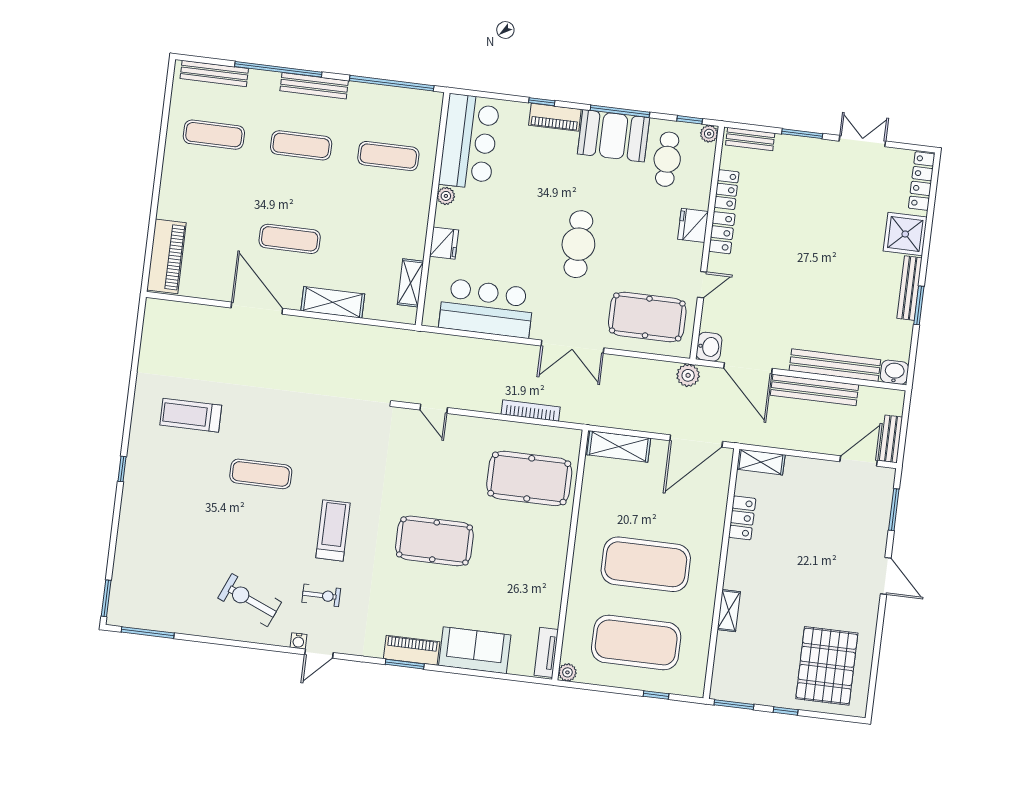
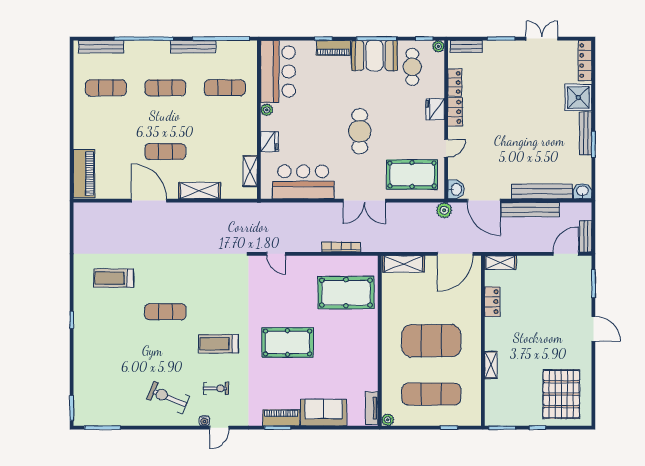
bench: (314, 86) -> (193, 47), moved
treadmill: (333, 530) -> (218, 344), turned -90
exercise mat: (636, 642) -> (431, 394), width x0.68

